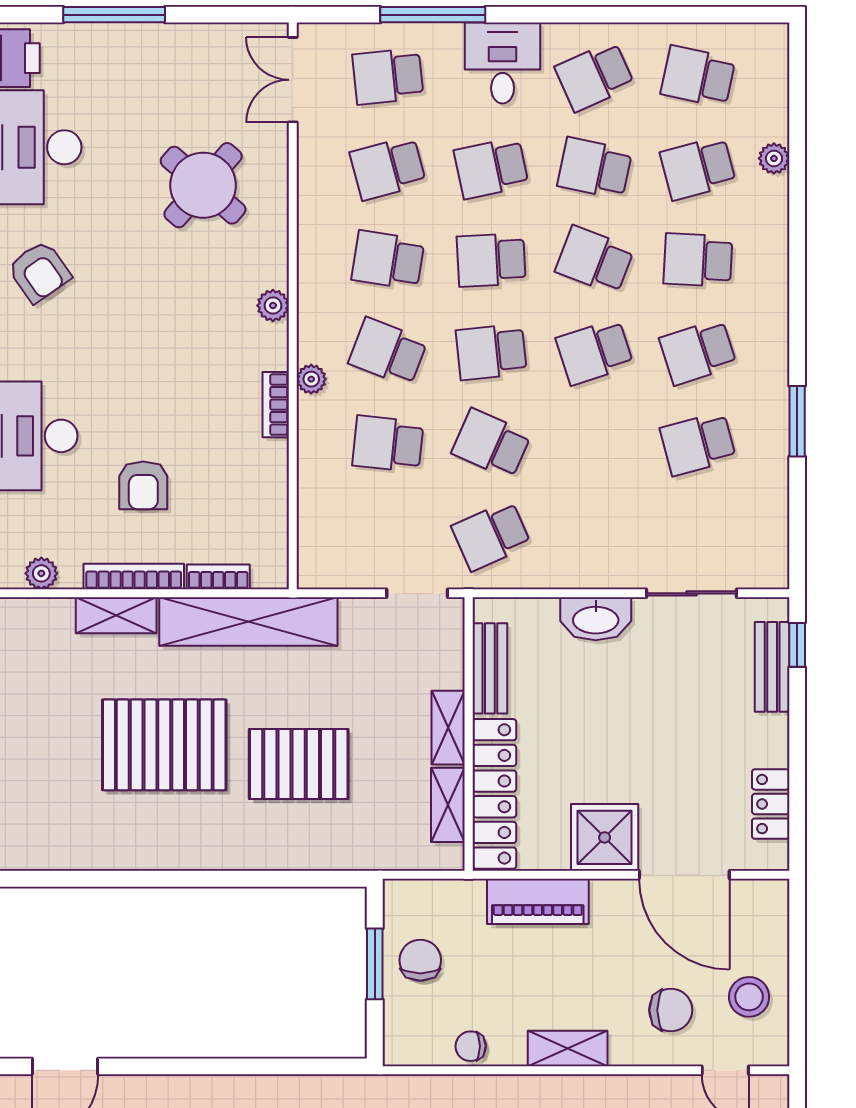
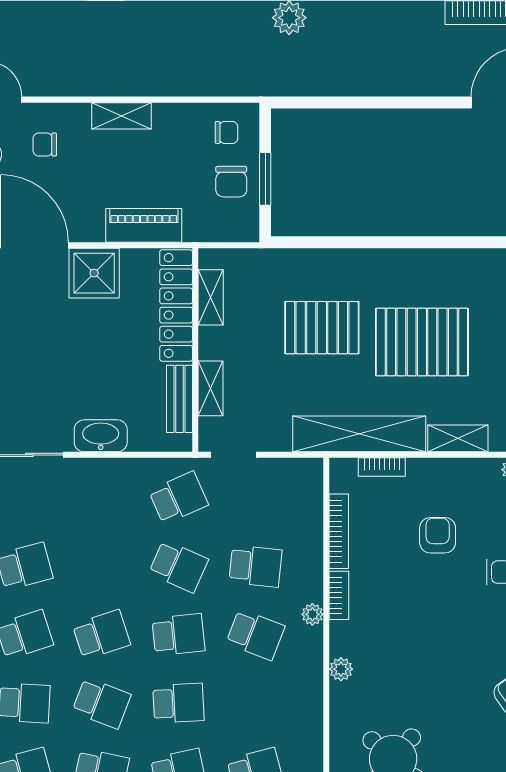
school desk: (388, 260) -> (255, 703), removed
bookcase: (134, 577) -> (339, 531), moved, turned -90
shelving: (448, 728) -> (211, 388), moved
chair: (671, 1010) -> (45, 145), width x0.73, depth x0.73
chair: (471, 1046) -> (226, 132), moved

